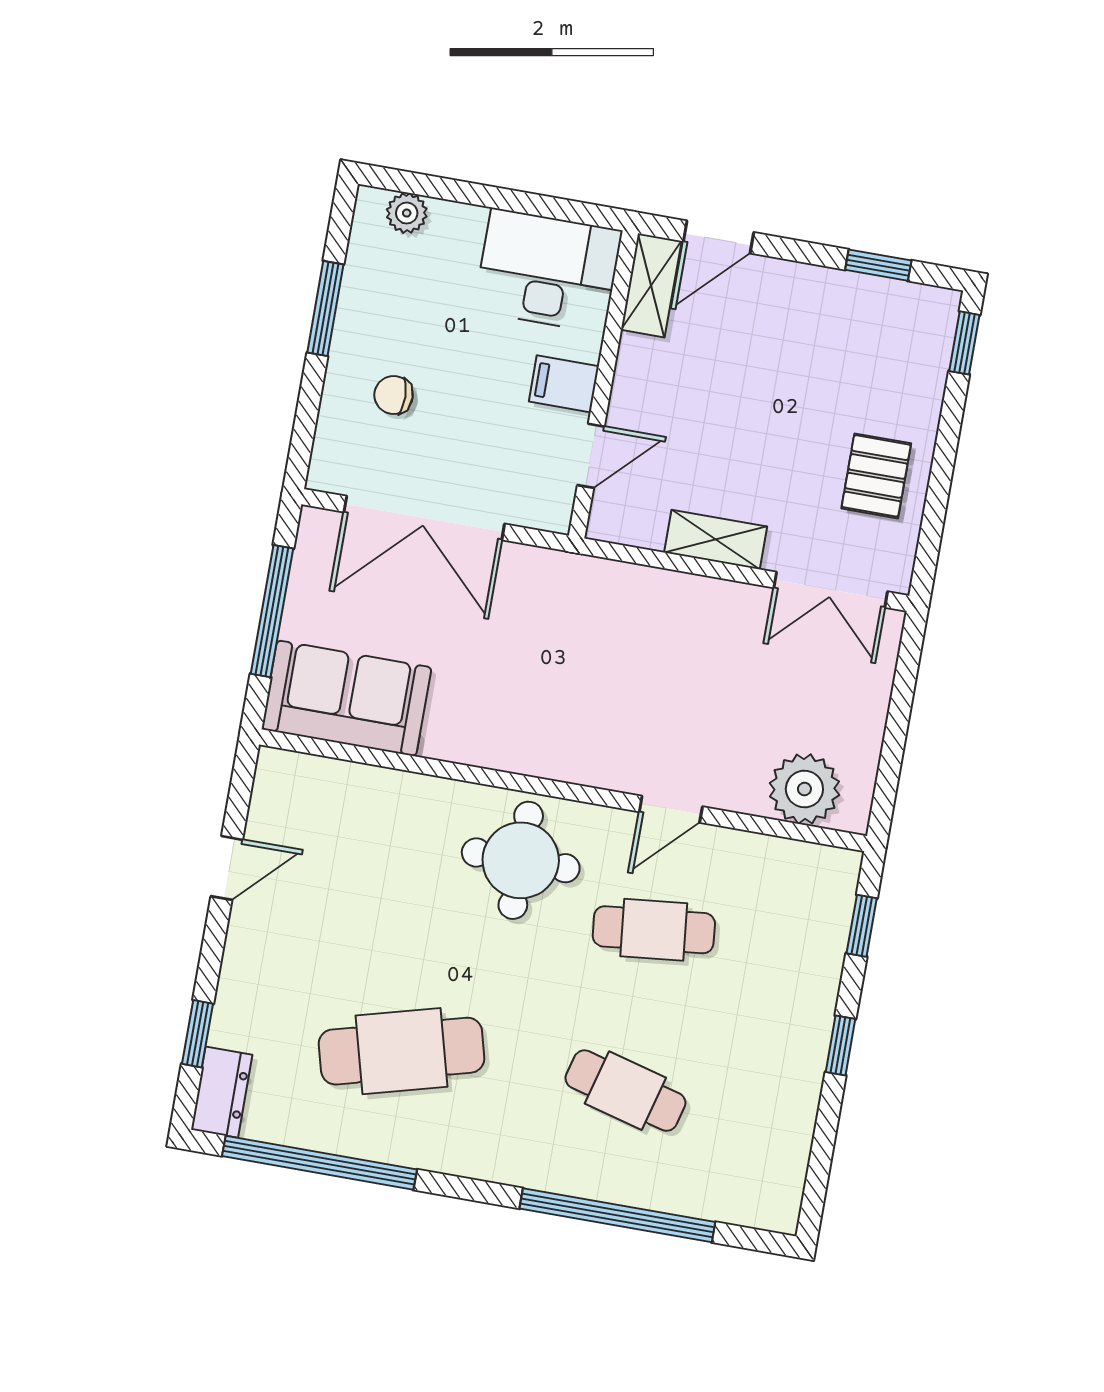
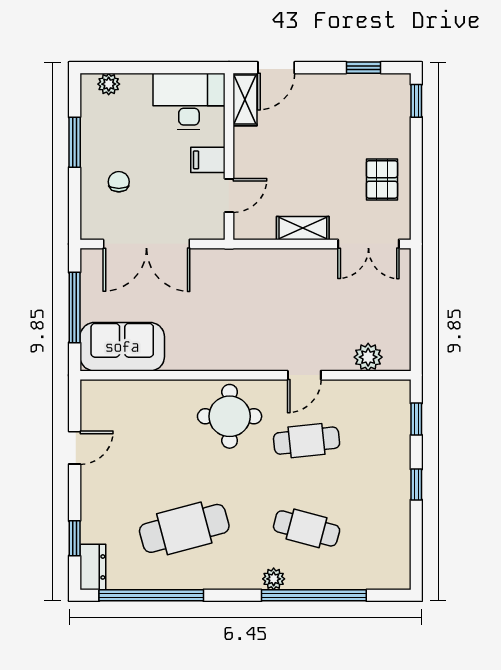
chair: (394, 395) -> (119, 182), turned 91
plant: (804, 789) -> (368, 357), width x0.73, depth x0.73
plant: (549, 1172) -> (274, 579), added

